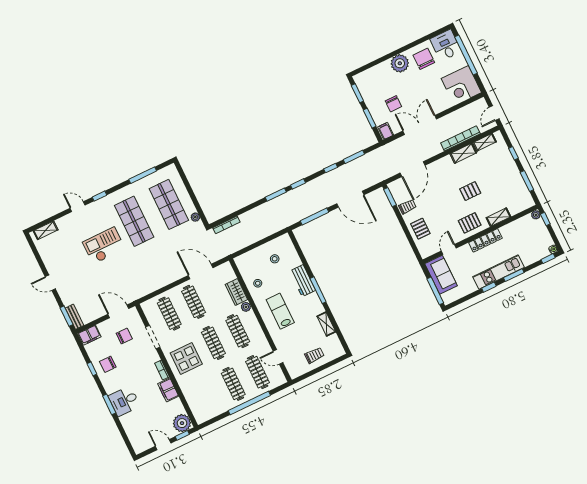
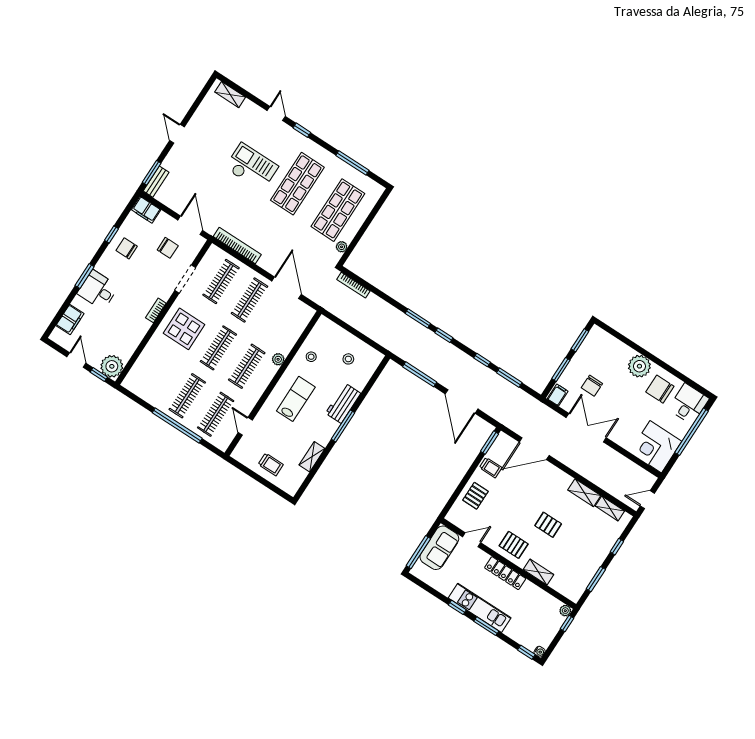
chair: (424, 59) -> (660, 389), turned -90
bookcase: (460, 138) -> (237, 246), moved
wardrobe: (236, 292) -> (288, 339), removed
filing cabinet: (168, 390) -> (70, 320), moved, turned 180

